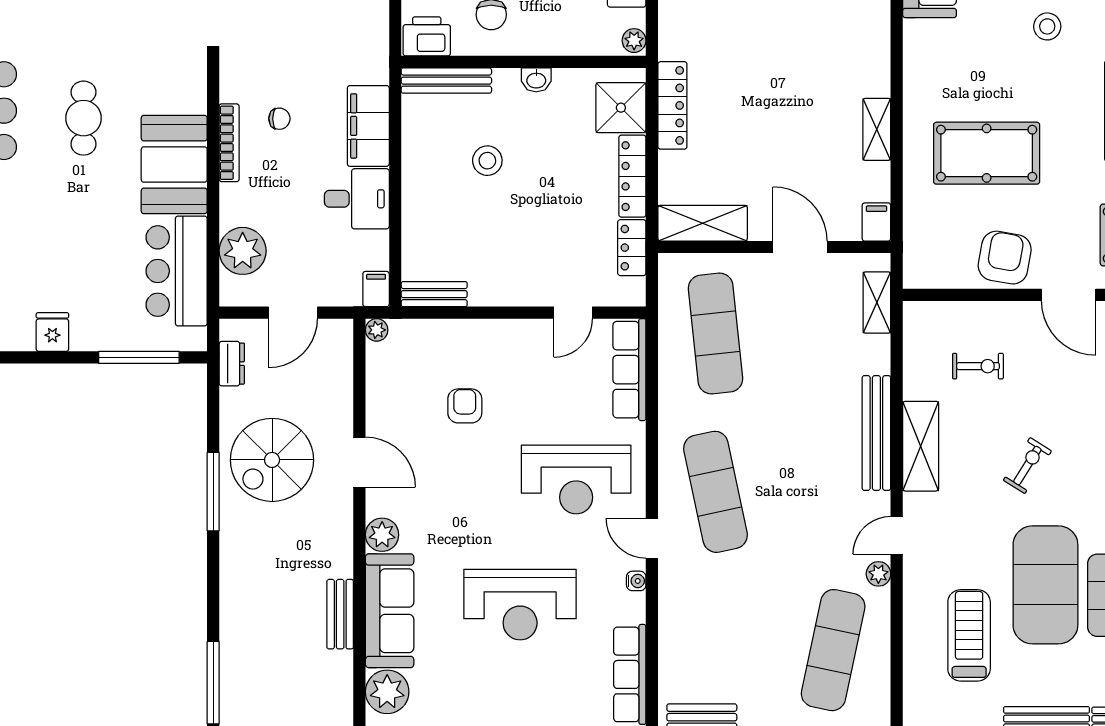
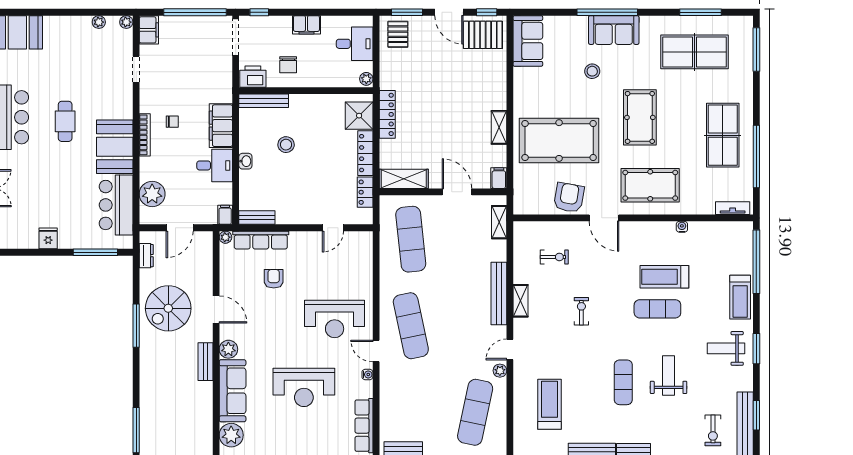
washbasin: (536, 80) -> (245, 161), moved, turned -90
pool table: (987, 153) -> (559, 141), width x1.36, depth x1.32
row of seats: (629, 370) -> (261, 240), moved, turned -90
shelving: (921, 446) -> (521, 301), width x0.67, depth x0.75
exercise bike: (1027, 466) -> (581, 311), turned -32
exercise mat: (1045, 585) -> (591, 377), removed
bench: (340, 614) -> (205, 362), moved

